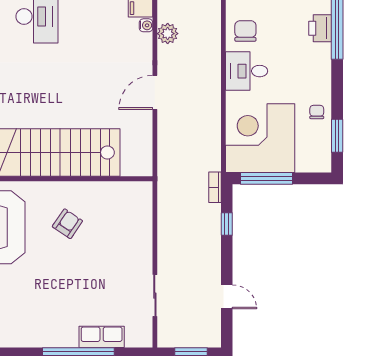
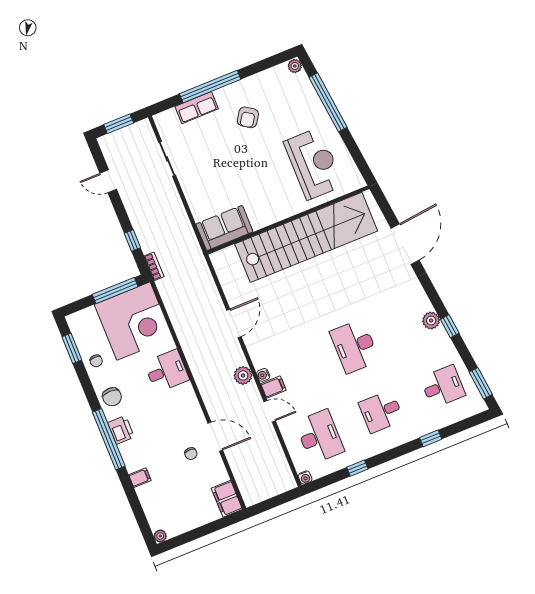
chair: (245, 31) -> (112, 397), moved
sofa: (124, 198) -> (224, 228), added
armchair: (67, 224) -> (248, 117), moved

